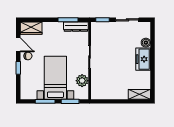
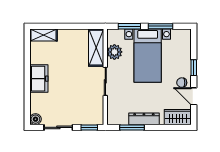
dresser: (76, 27) -> (144, 119), moved
boiler: (146, 43) -> (35, 119), moved
shelving: (97, 84) -> (96, 48), added

